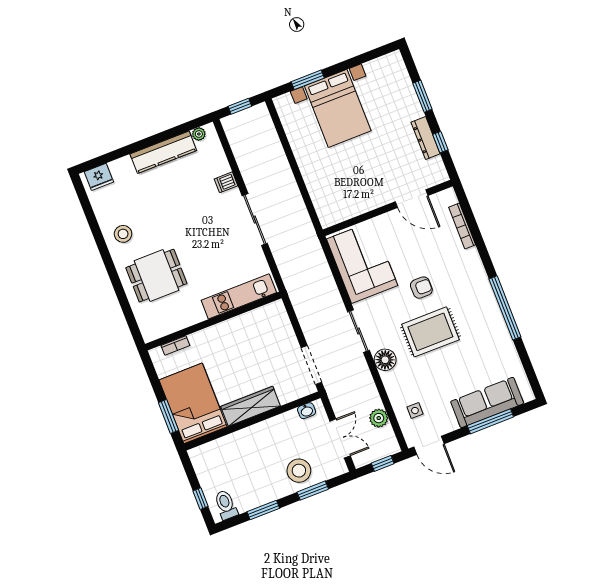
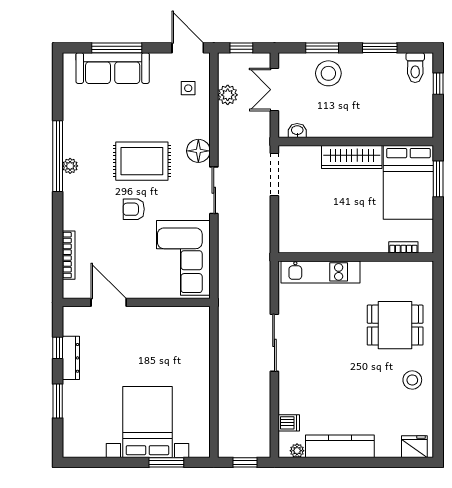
dishwasher: (226, 182) -> (289, 423), moved
plant: (491, 304) -> (70, 166), added

